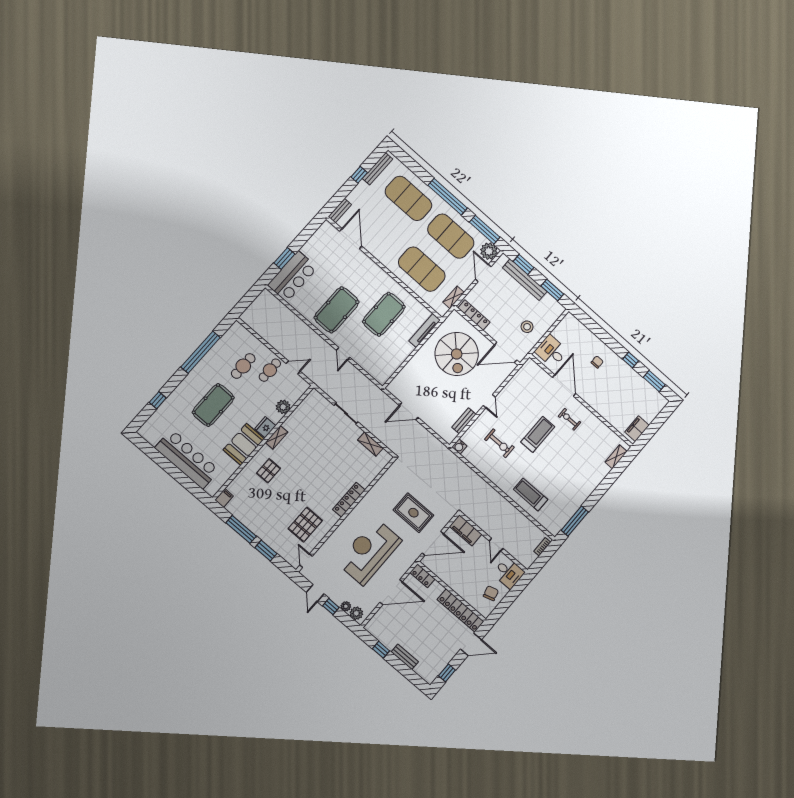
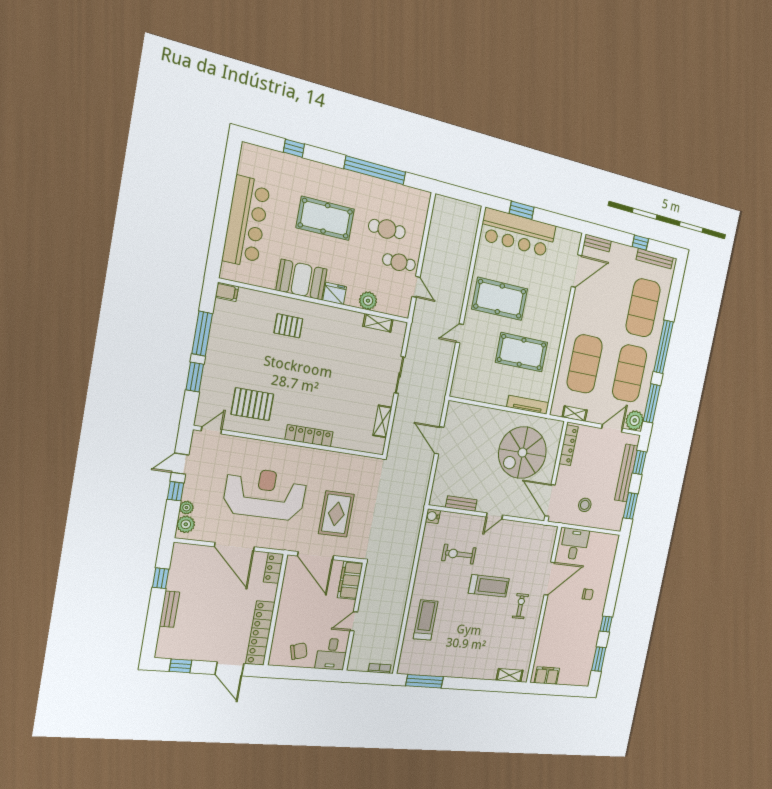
bar counter: (293, 276) -> (518, 233), width x1.36
shelving: (277, 437) -> (378, 323), moved
exercise bike: (499, 443) -> (459, 554), turned 90

